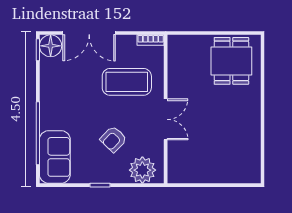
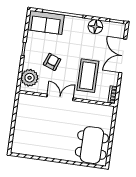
floor lamp: (51, 46) -> (95, 27), moved
dining table: (231, 61) -> (92, 145), width x1.38
double door: (166, 119) -> (60, 97), swing flipped
armchair: (113, 139) -> (52, 62), turned 66

